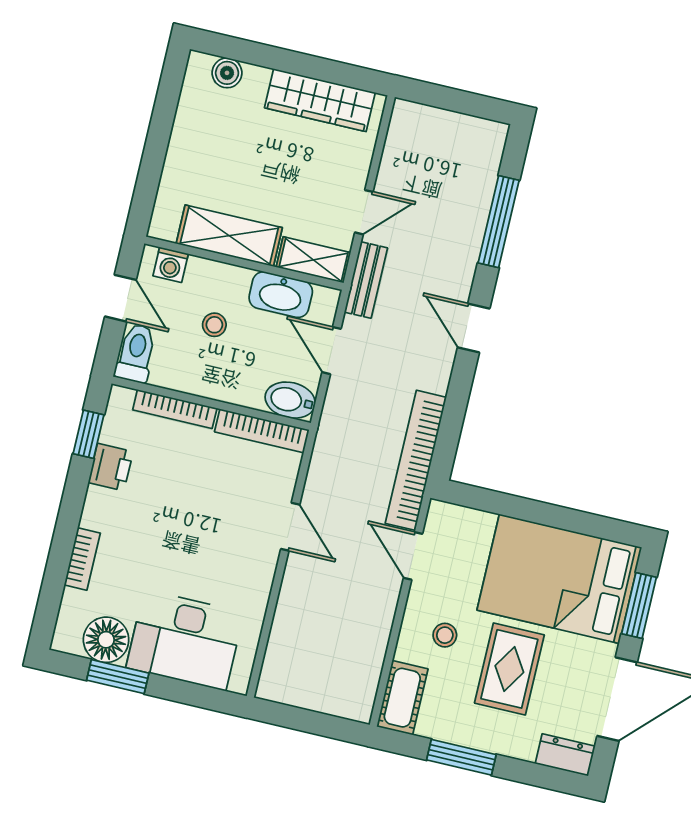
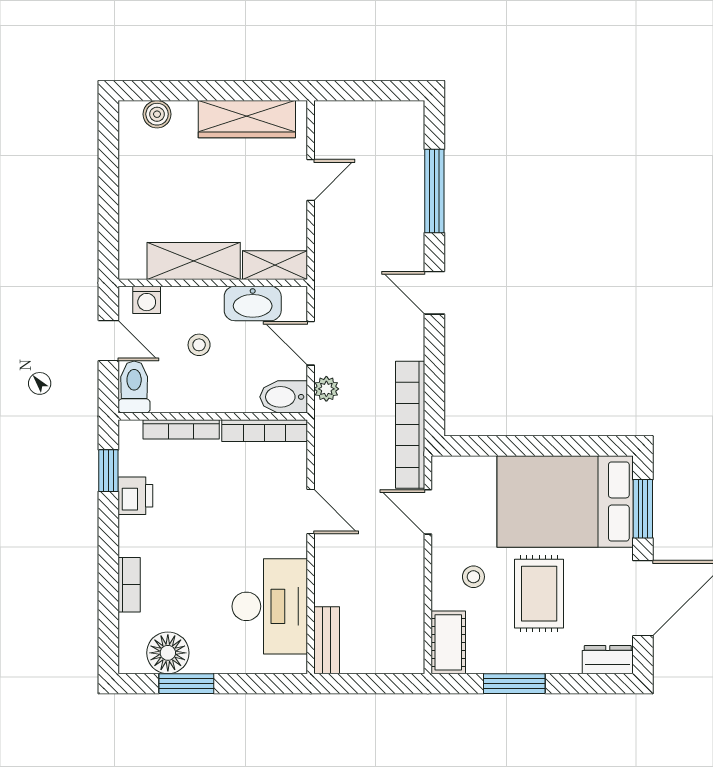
door: (364, 212) -> (311, 180), moved
bench: (366, 280) -> (327, 640), moved
plant: (337, 402) -> (326, 389), added
desk: (185, 640) -> (270, 606), moved, turned -90

